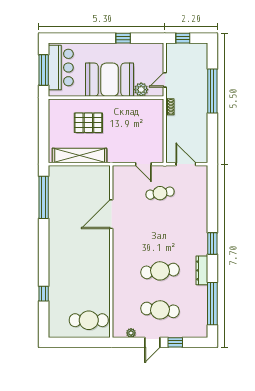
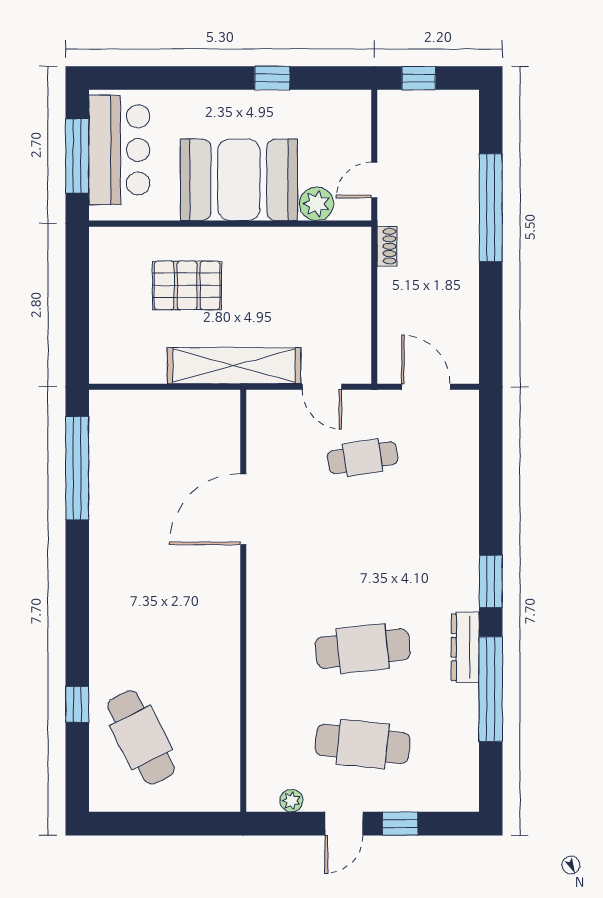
shelving: (80, 156) -> (234, 366), moved
window: (212, 304) -> (491, 689), moved
cafe table: (89, 320) -> (141, 737), moved, turned 63

